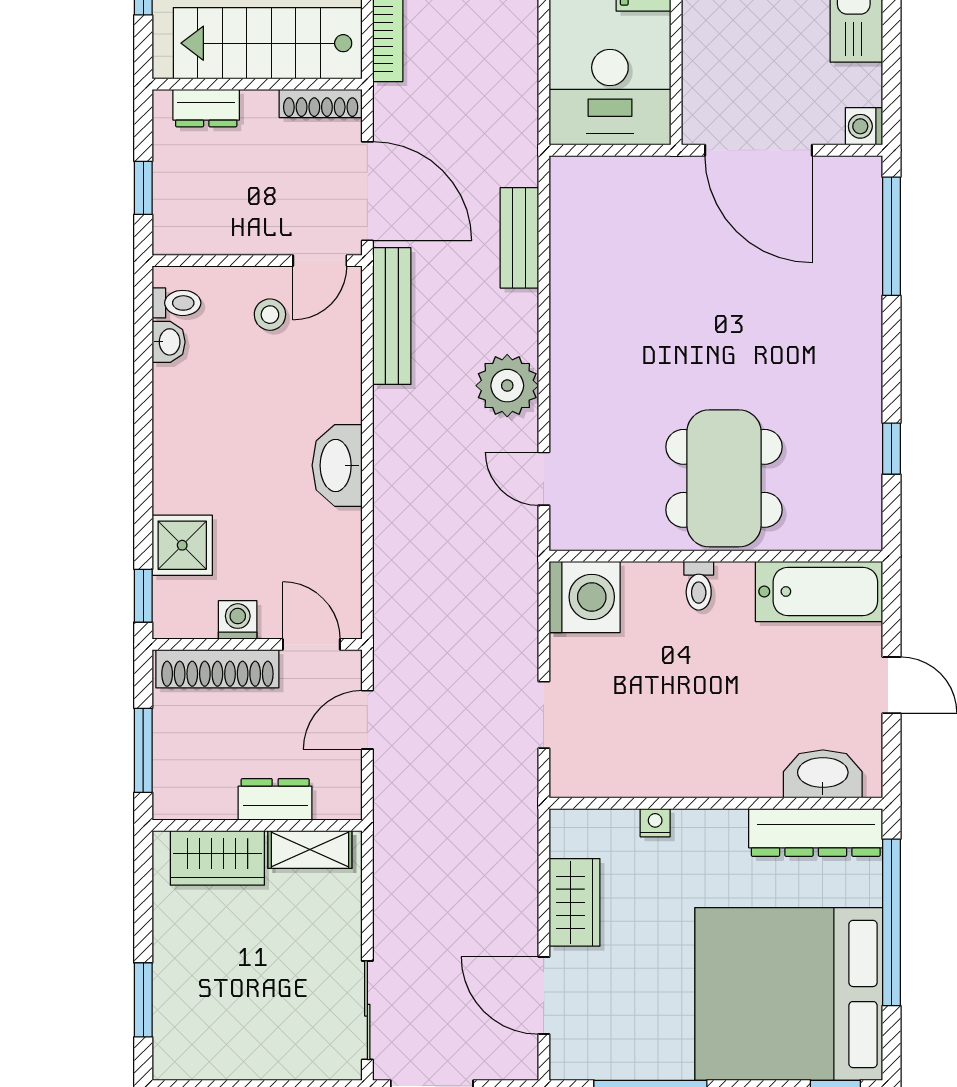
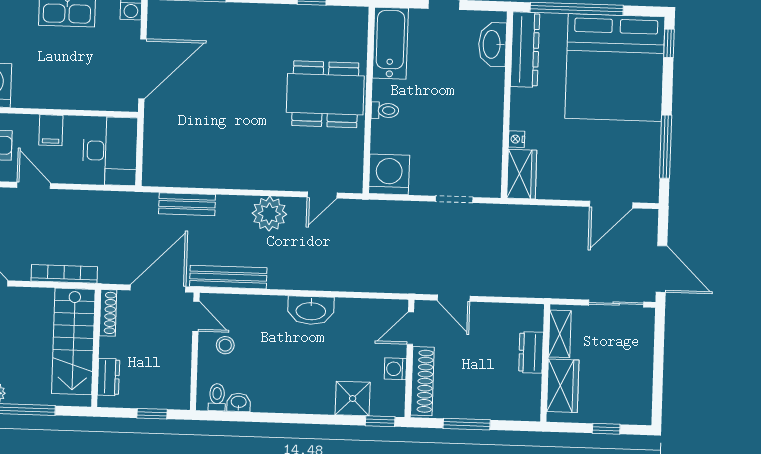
dresser: (275, 799) -> (531, 352), moved
wall: (257, 825) -> (545, 363), moved
shelving: (310, 850) -> (560, 334), moved
wardrobe: (217, 858) -> (563, 386), moved
wardrobe: (575, 902) -> (522, 174), moved, turned 90
window: (143, 1000) -> (606, 429), width x0.67

